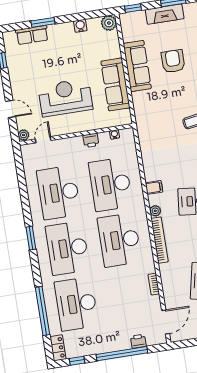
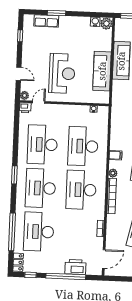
water cooler: (80, 26) -> (95, 22), moved
reception desk: (65, 98) -> (62, 73), turned 90
printer: (91, 140) -> (25, 108), moved
printer: (138, 341) -> (75, 267), width x1.87, depth x1.48

